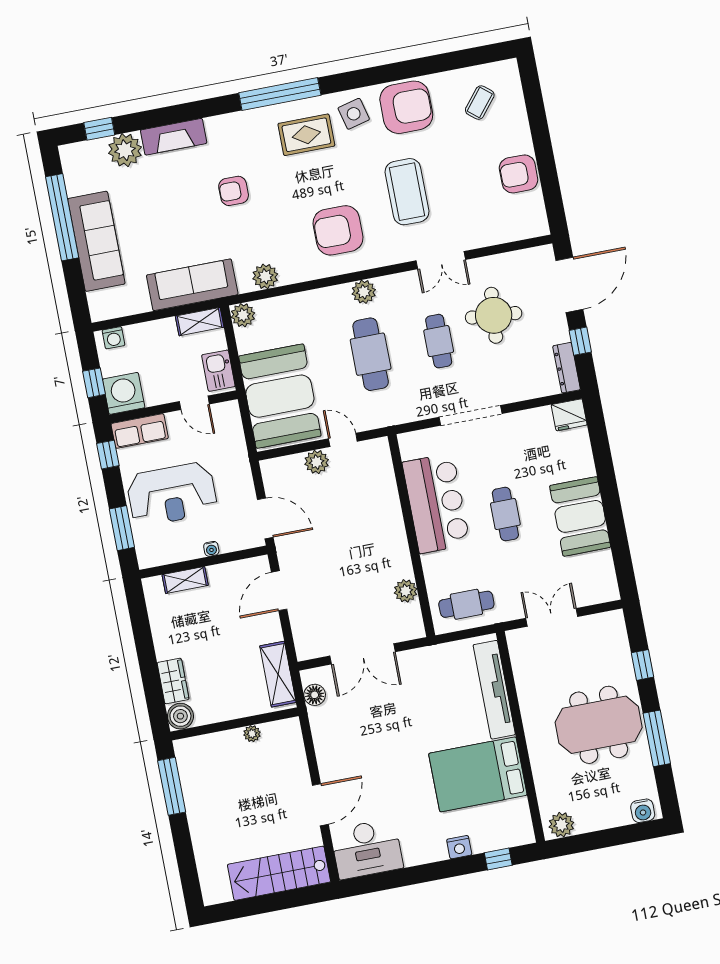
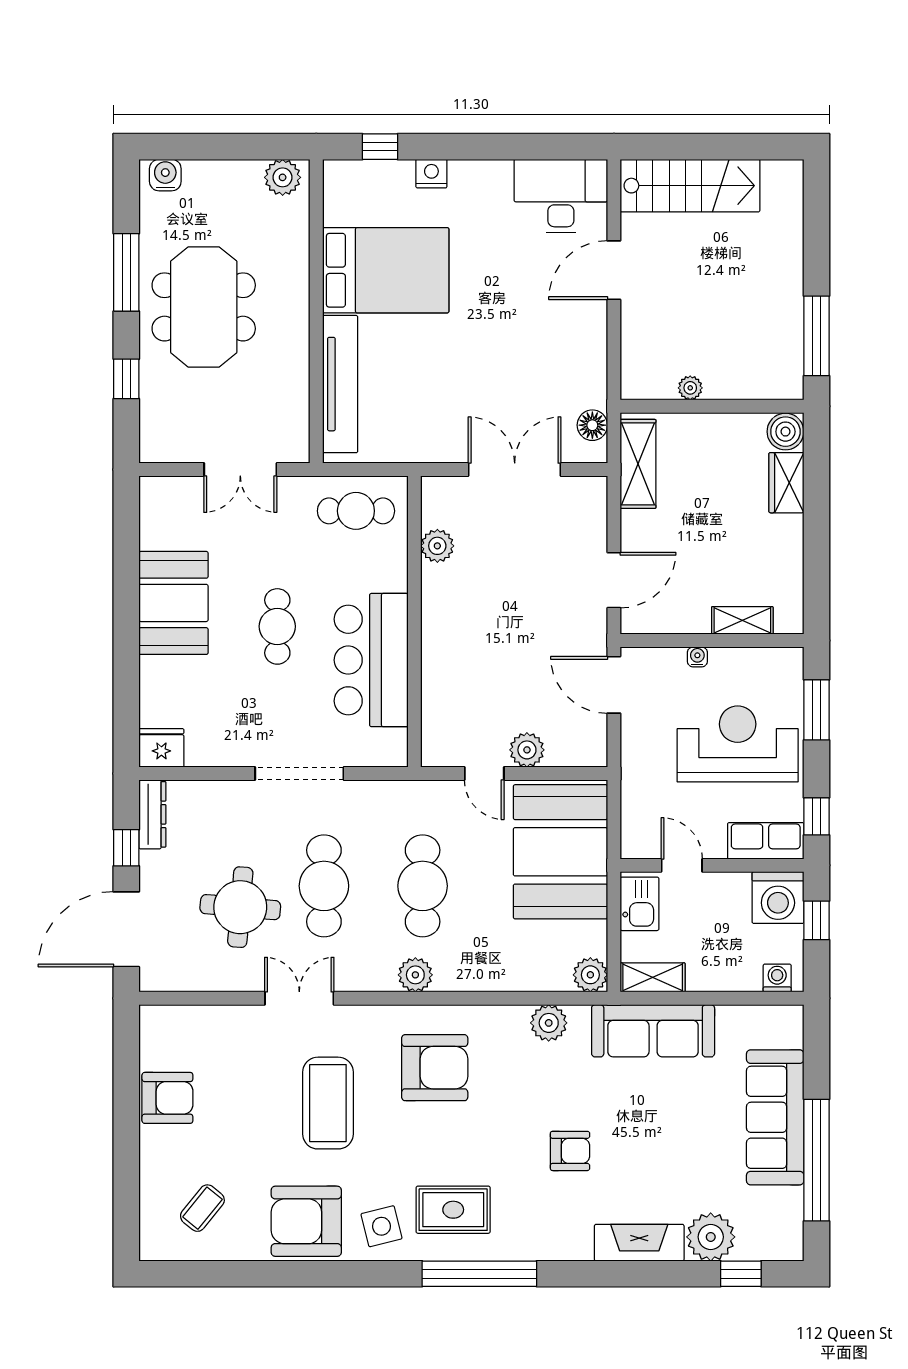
cafe table: (439, 341) -> (324, 886), width x1.37, depth x1.35
meeting table: (599, 725) -> (204, 307), turned 90

